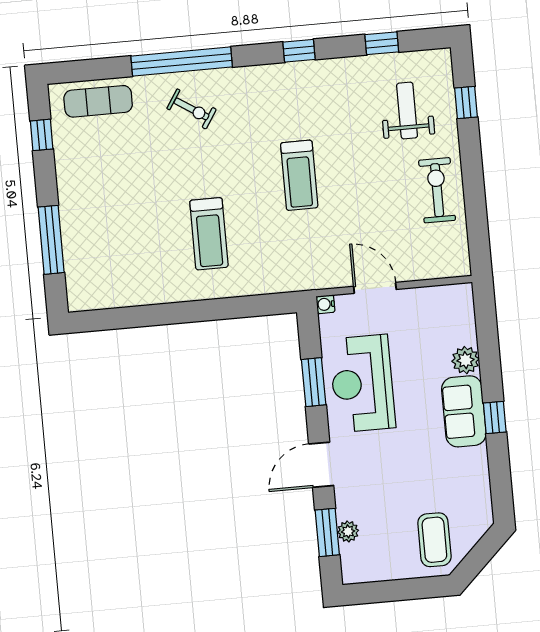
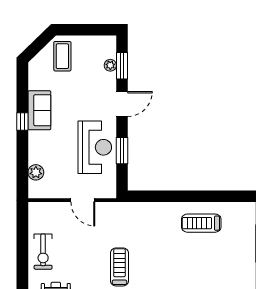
treadmill: (209, 234) -> (201, 223), moved, turned -90
water cooler: (325, 304) -> (111, 193), removed
plant: (466, 360) -> (36, 172), moved
sofa: (464, 411) -> (39, 110), moved

